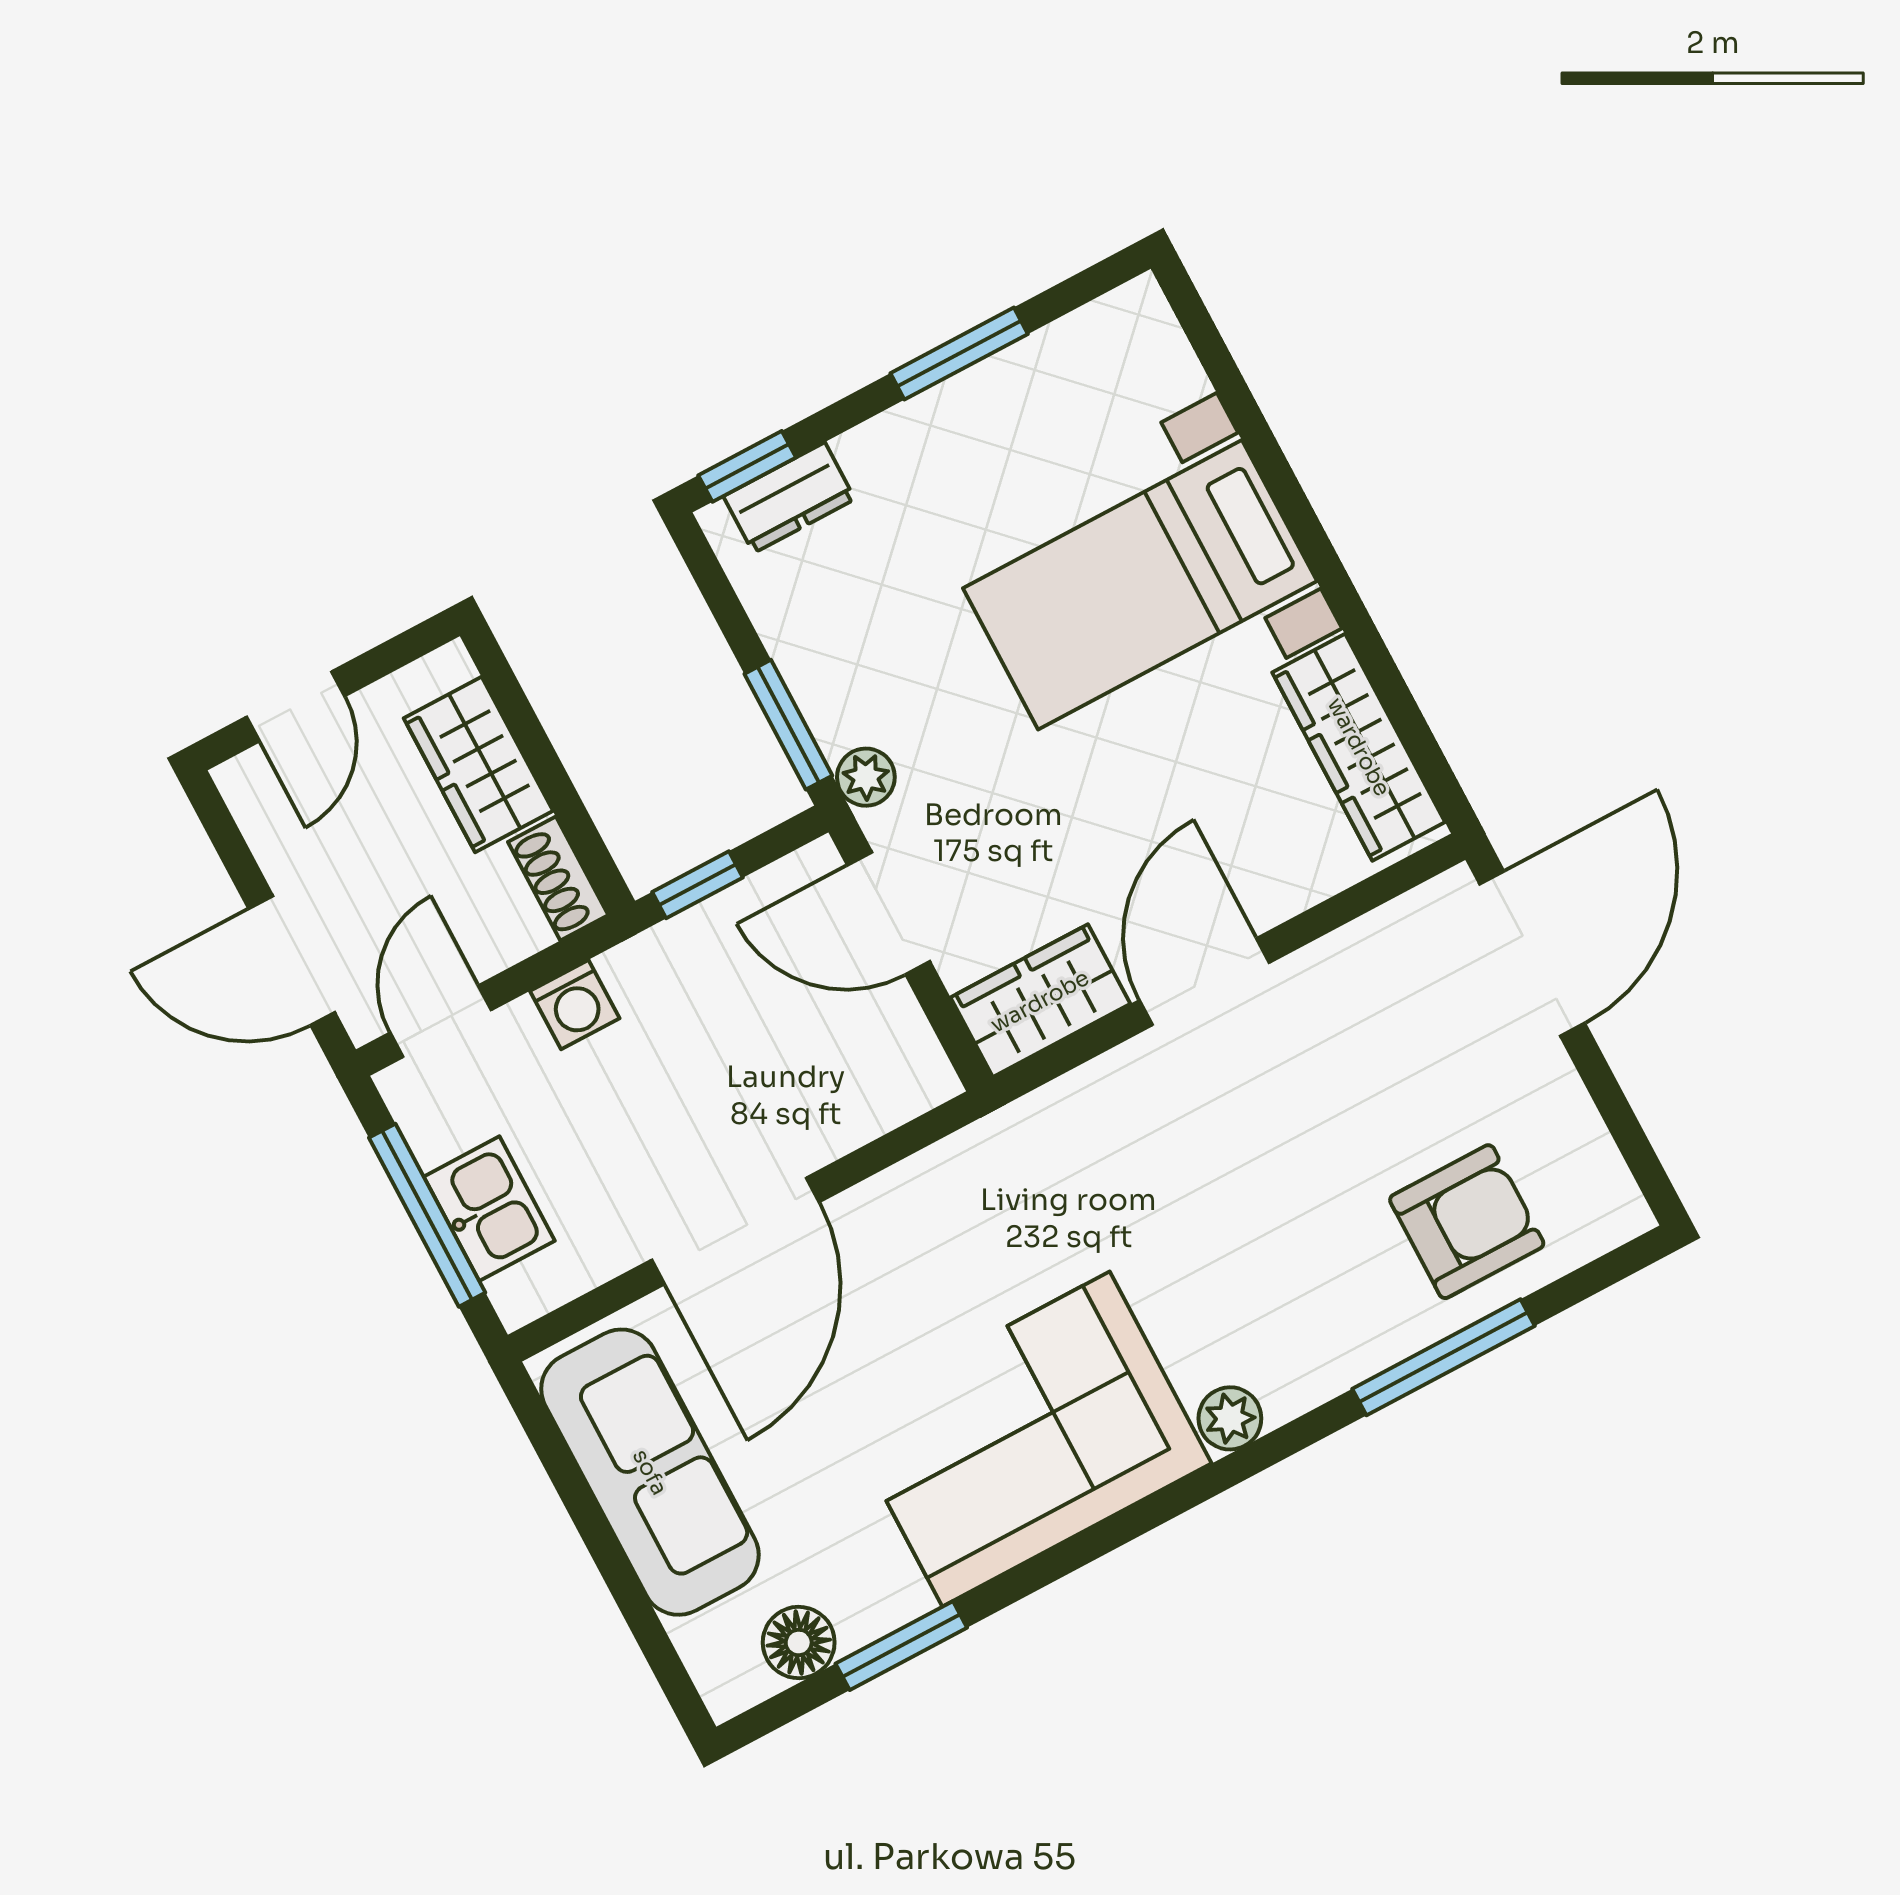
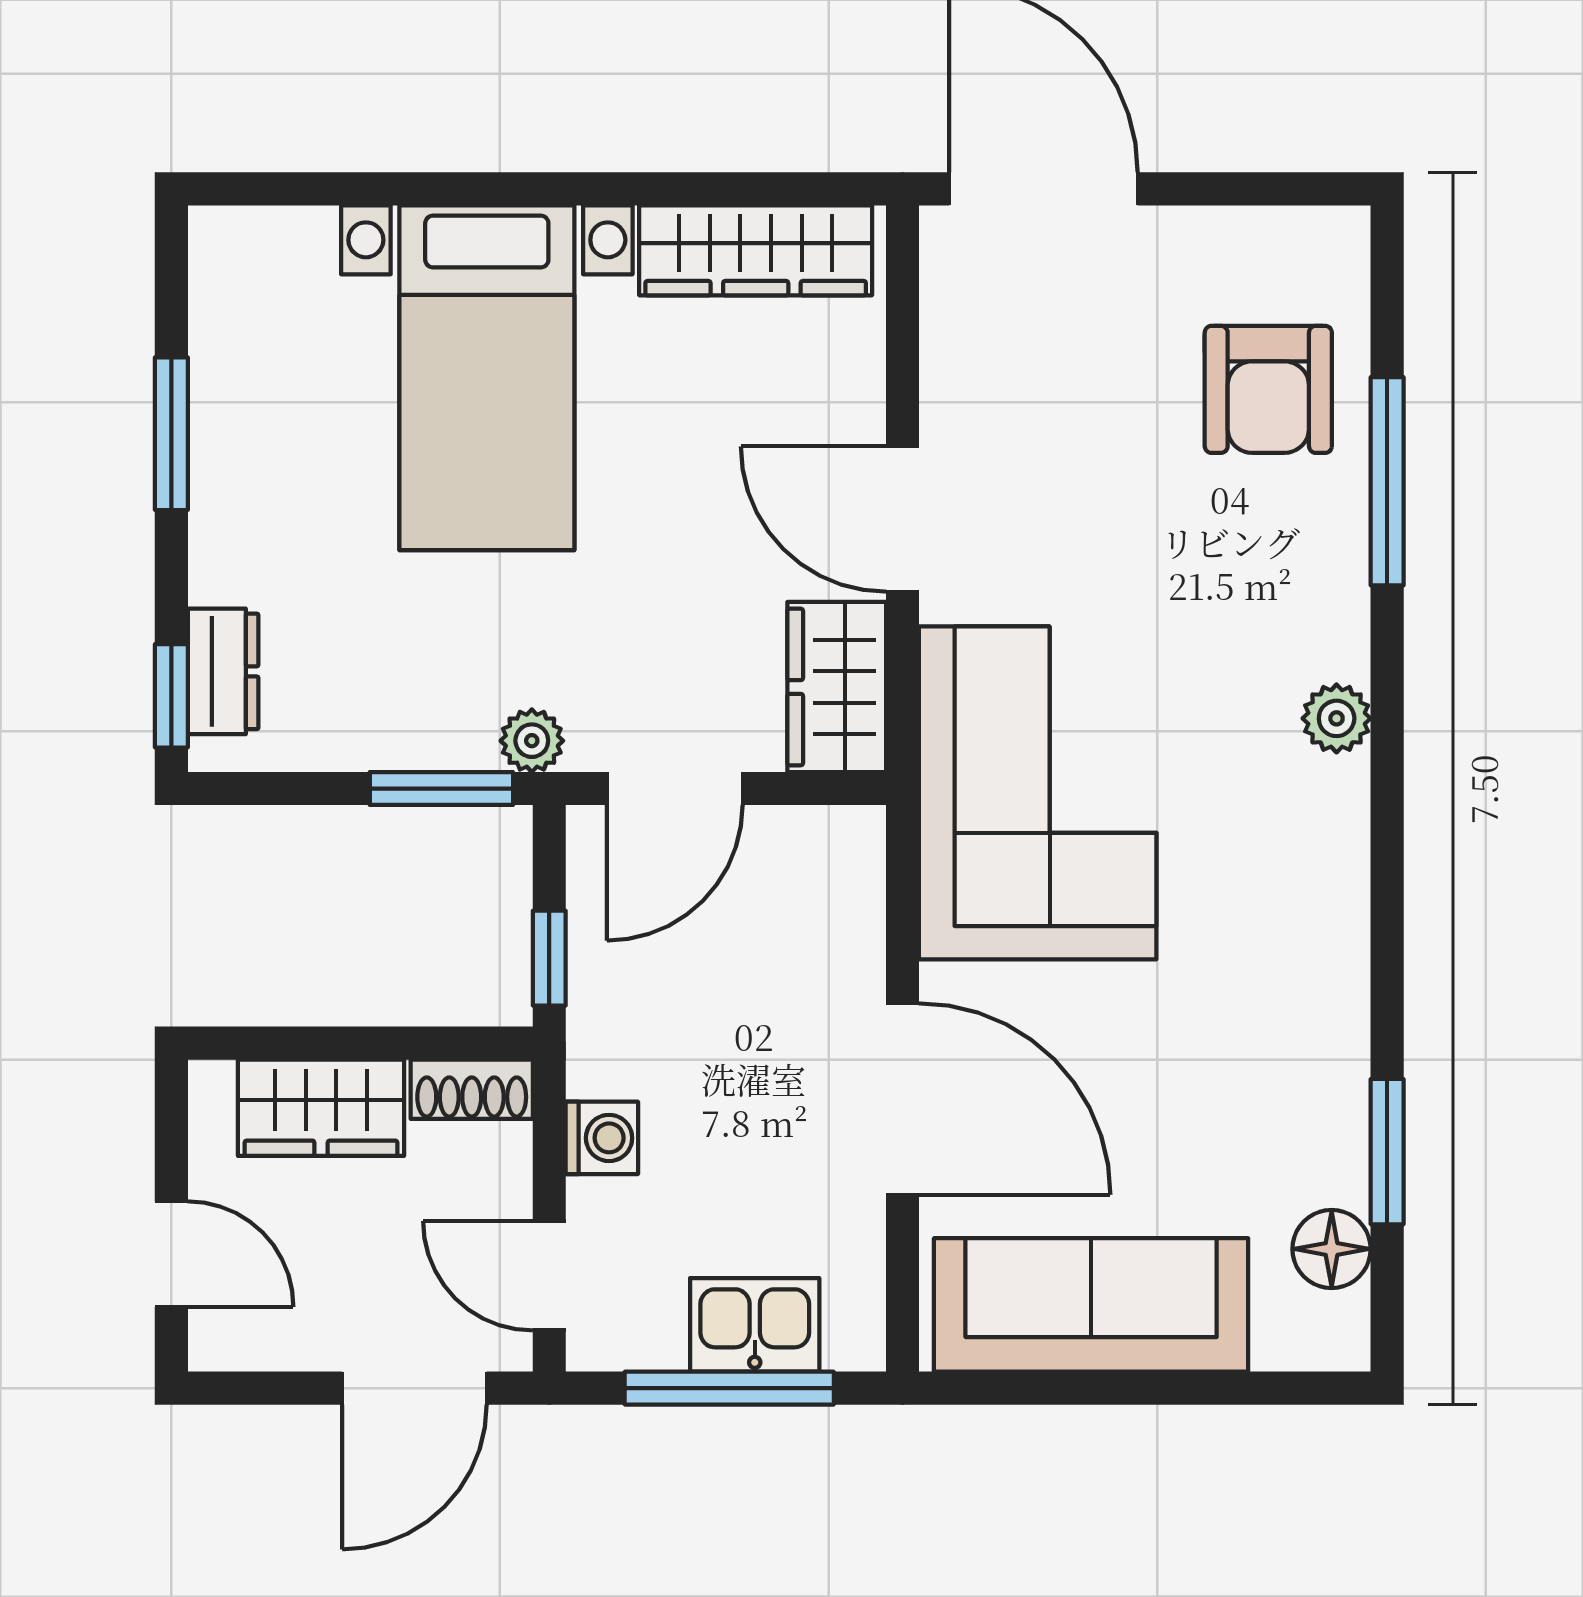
armchair: (1467, 1222) -> (1268, 389), turned 180
corner sofa: (1026, 1439) -> (1038, 793), moved, turned 180

